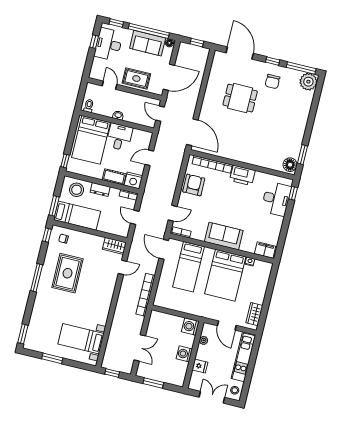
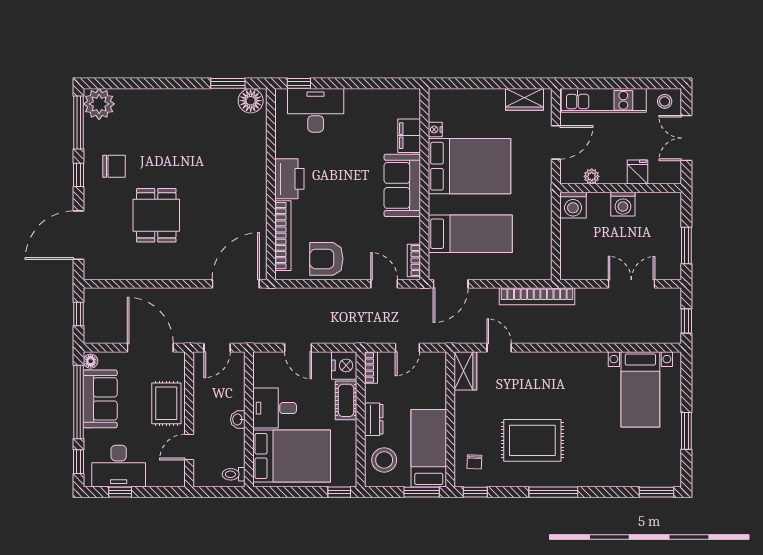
filing cabinet: (265, 250) -> (409, 136), moved

